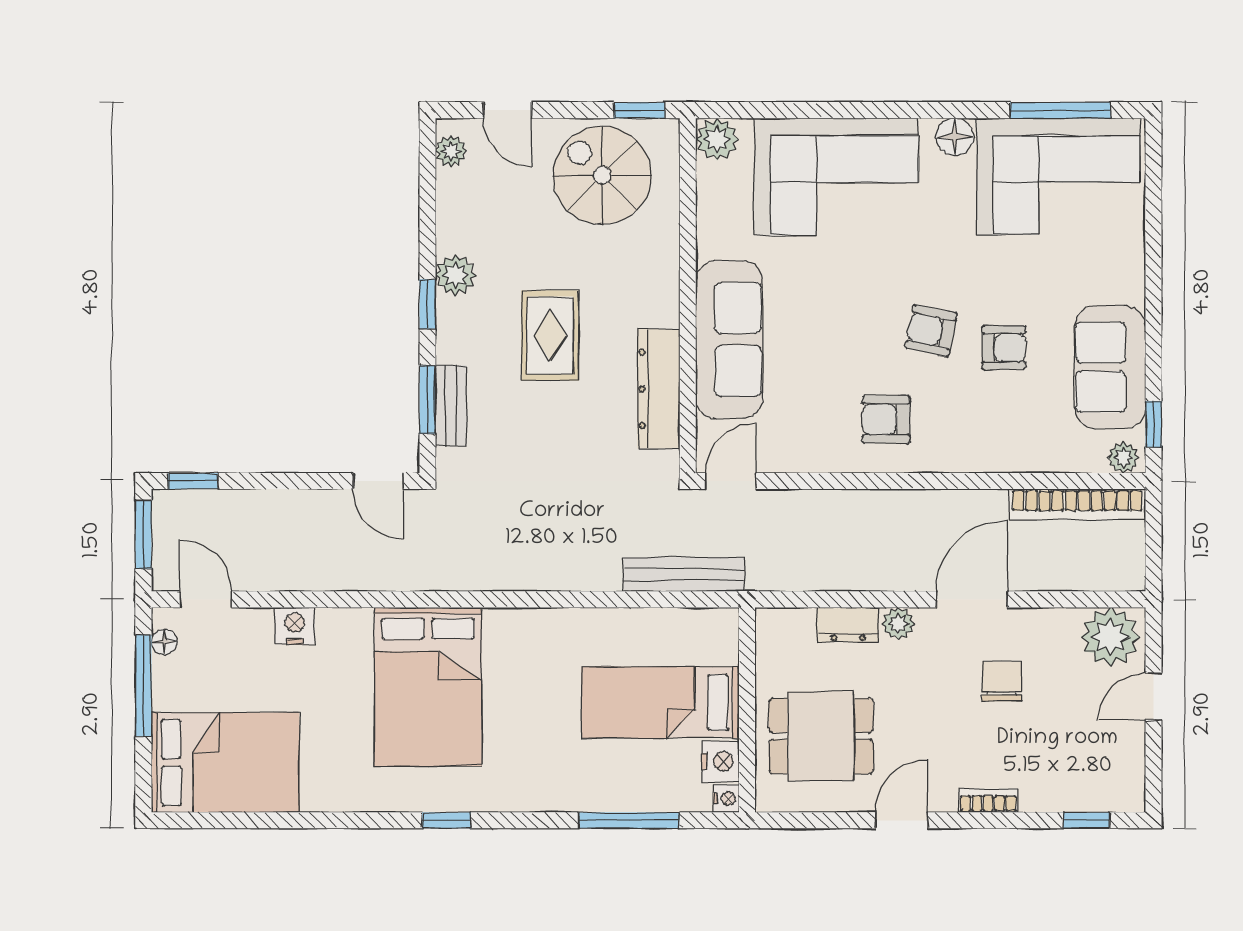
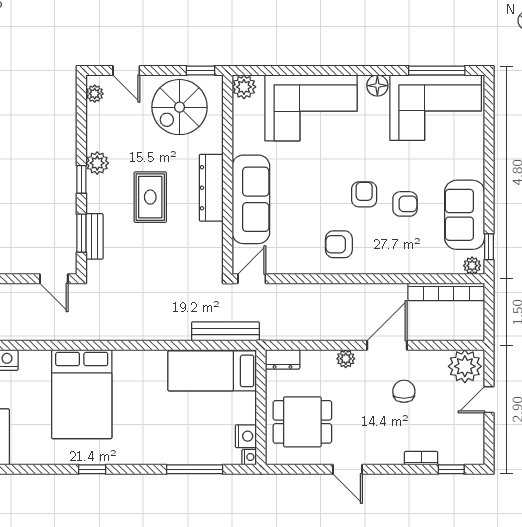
spiral stairs: (602, 175) -> (180, 107), turned -90
armchair: (931, 331) -> (364, 194), turned 78
dresser: (659, 389) -> (211, 188), moved
dresser: (848, 625) -> (283, 359), moved
bed: (660, 702) -> (212, 371), moved
bookcase: (988, 801) -> (421, 458), moved
door: (902, 820) -> (348, 469), swing flipped

